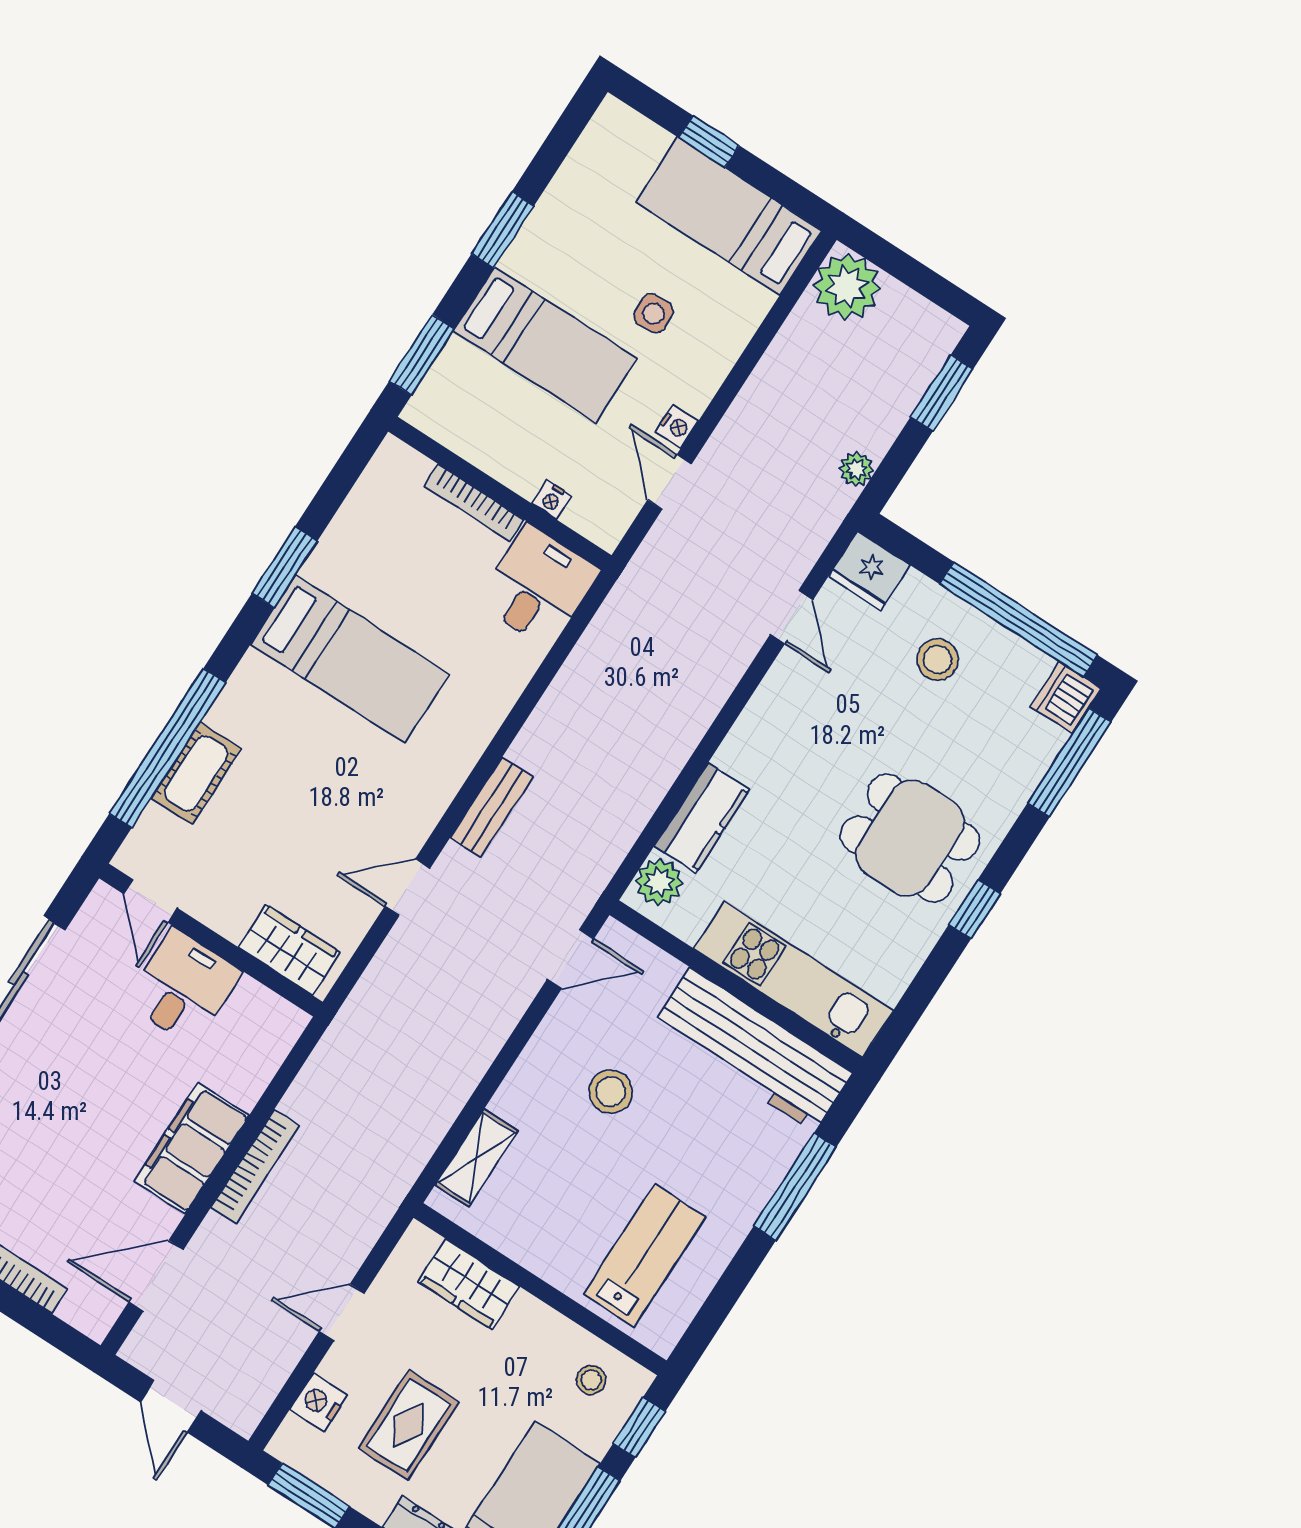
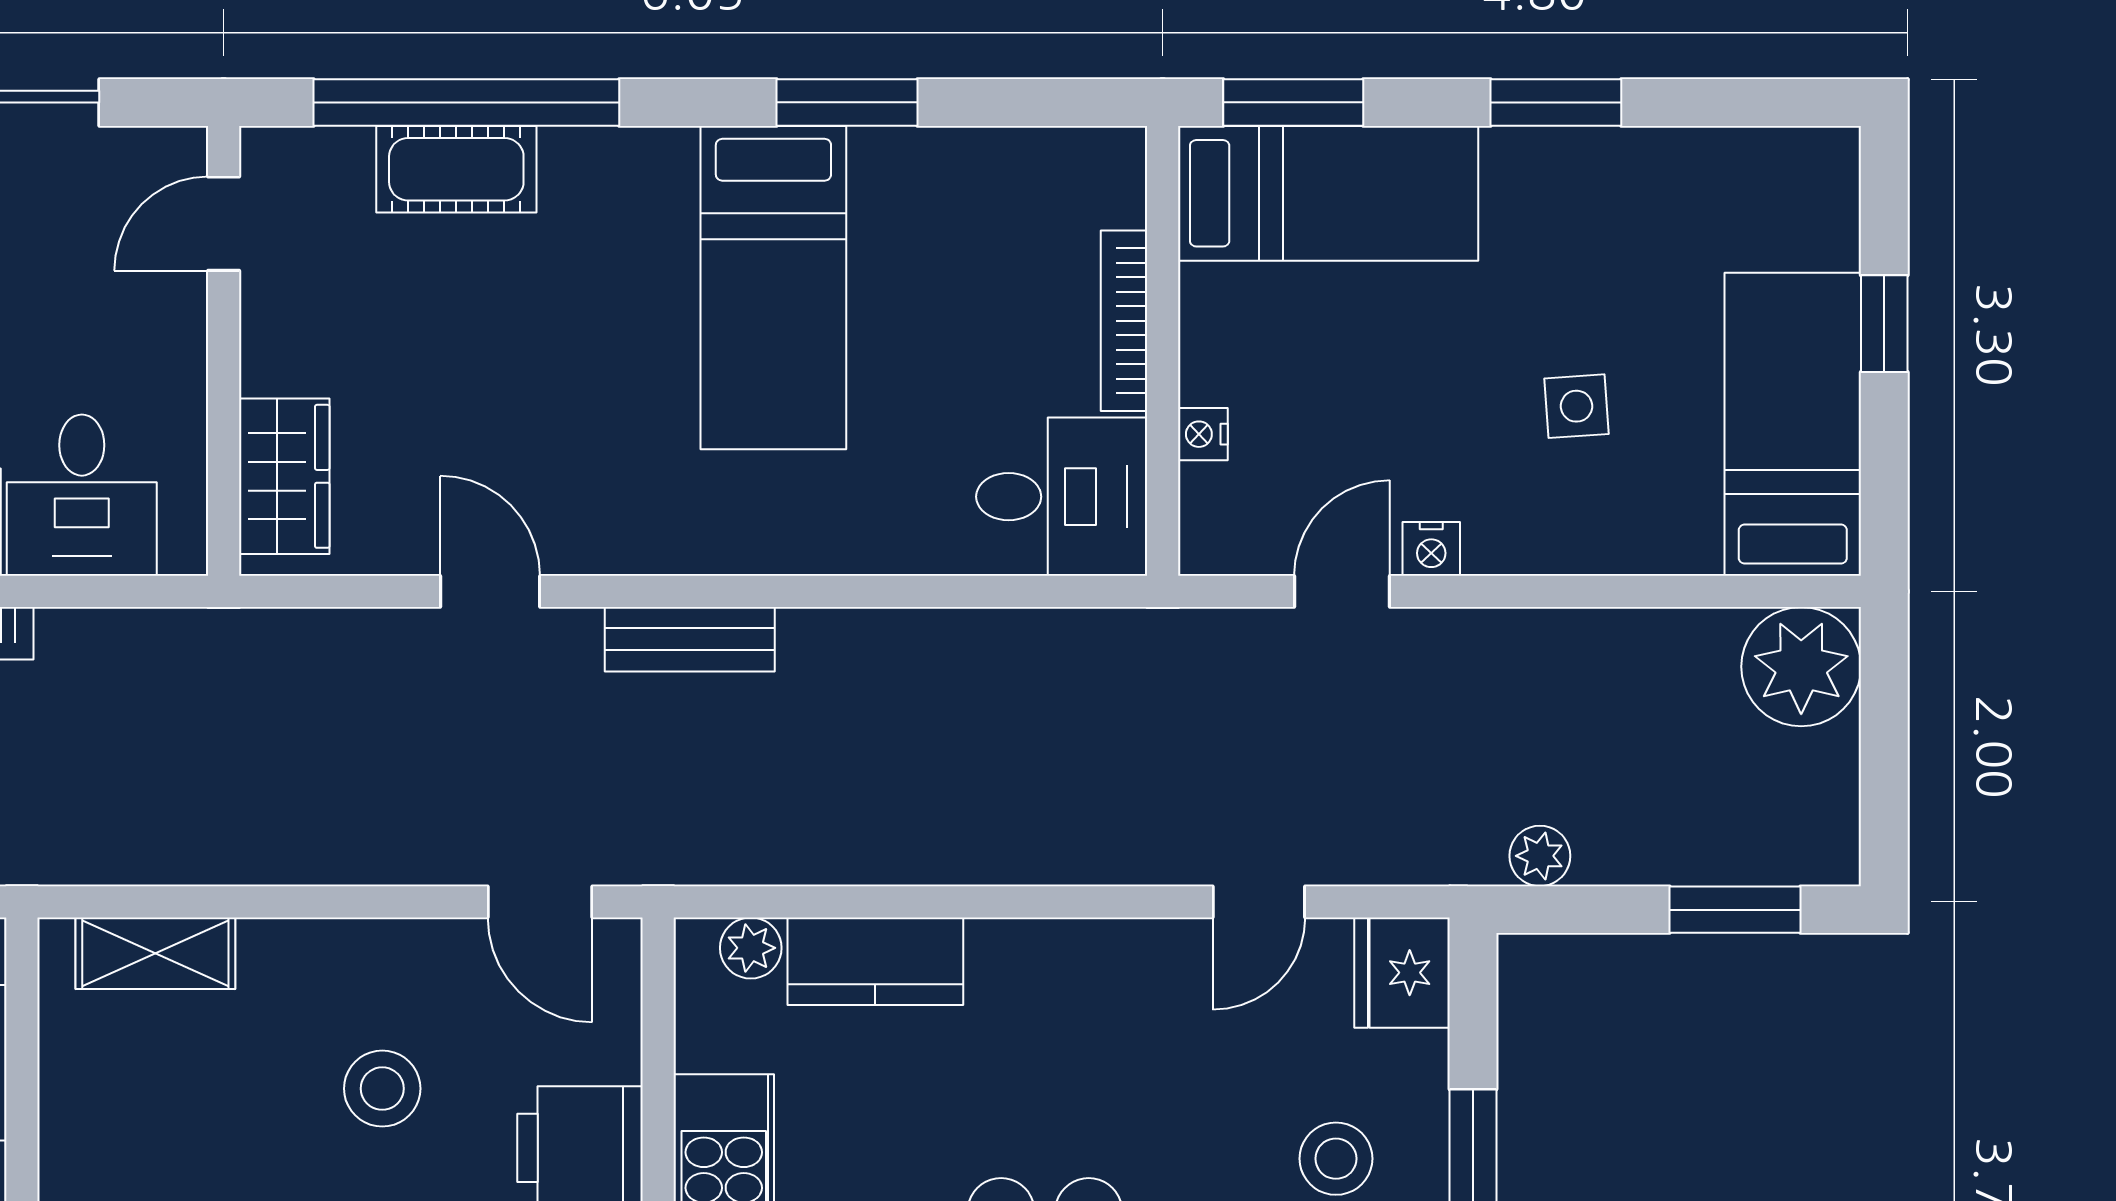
bed: (545, 345) -> (1328, 193), moved, turned -90
plant: (659, 882) -> (751, 948), width x0.73, depth x0.73
desk: (183, 987) -> (82, 495), moved, turned 90

